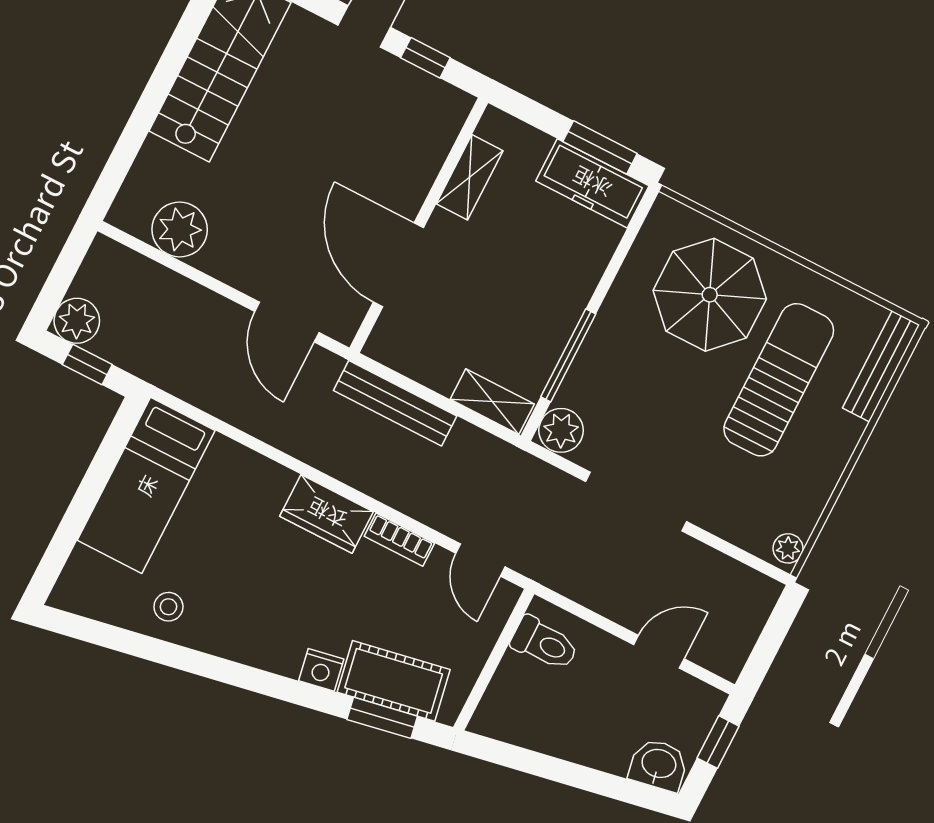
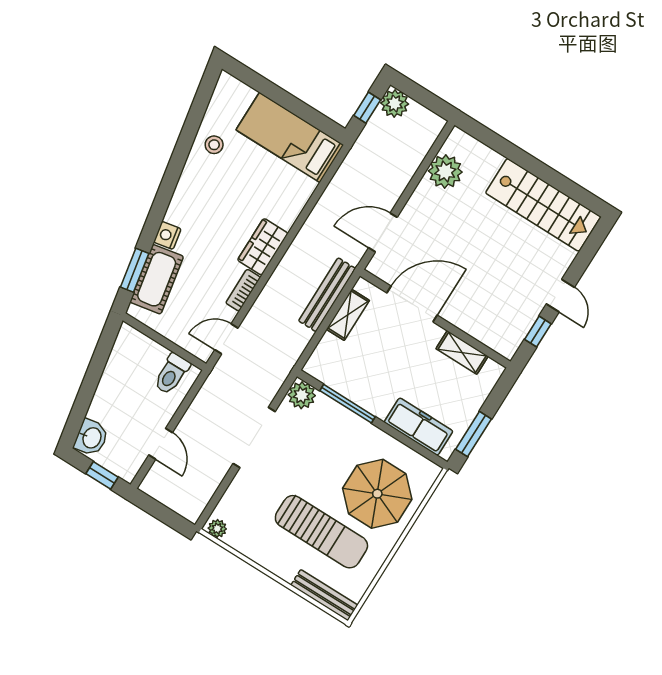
freezer: (592, 183) -> (418, 427), moved, turned 90
shelving: (492, 402) -> (348, 315), moved

